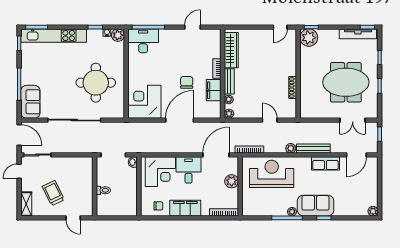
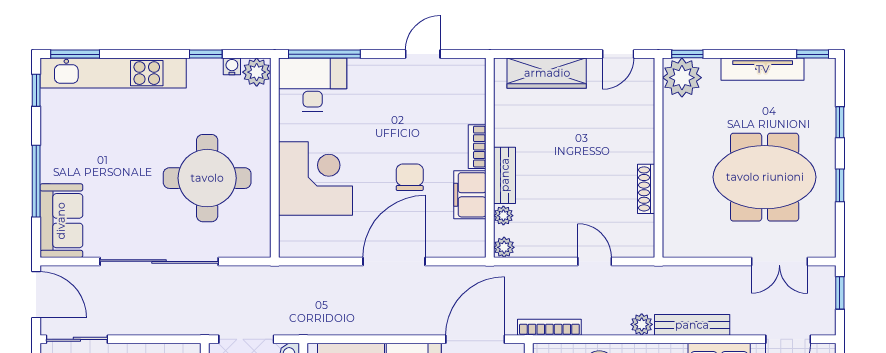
tv unit: (358, 34) -> (763, 69), moved
wardrobe: (231, 50) -> (547, 73), moved, turned 90
corner desk: (144, 102) -> (315, 179), moved, turned 90

